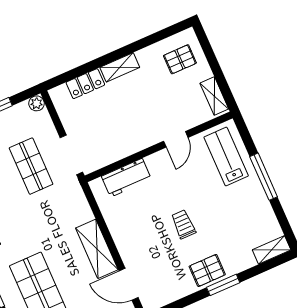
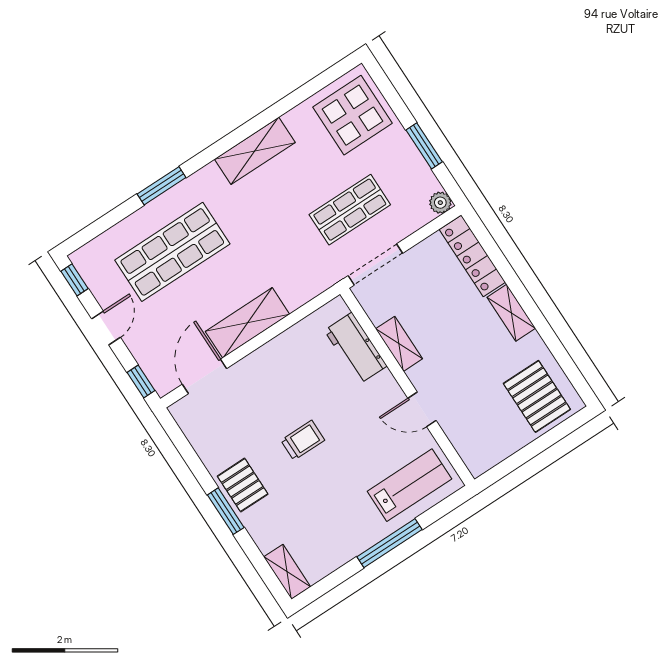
pallet: (180, 59) -> (537, 396), width x1.50, depth x1.42
locker: (85, 84) -> (472, 256), width x1.53
shelving: (214, 96) -> (399, 344), moved, turned 90

